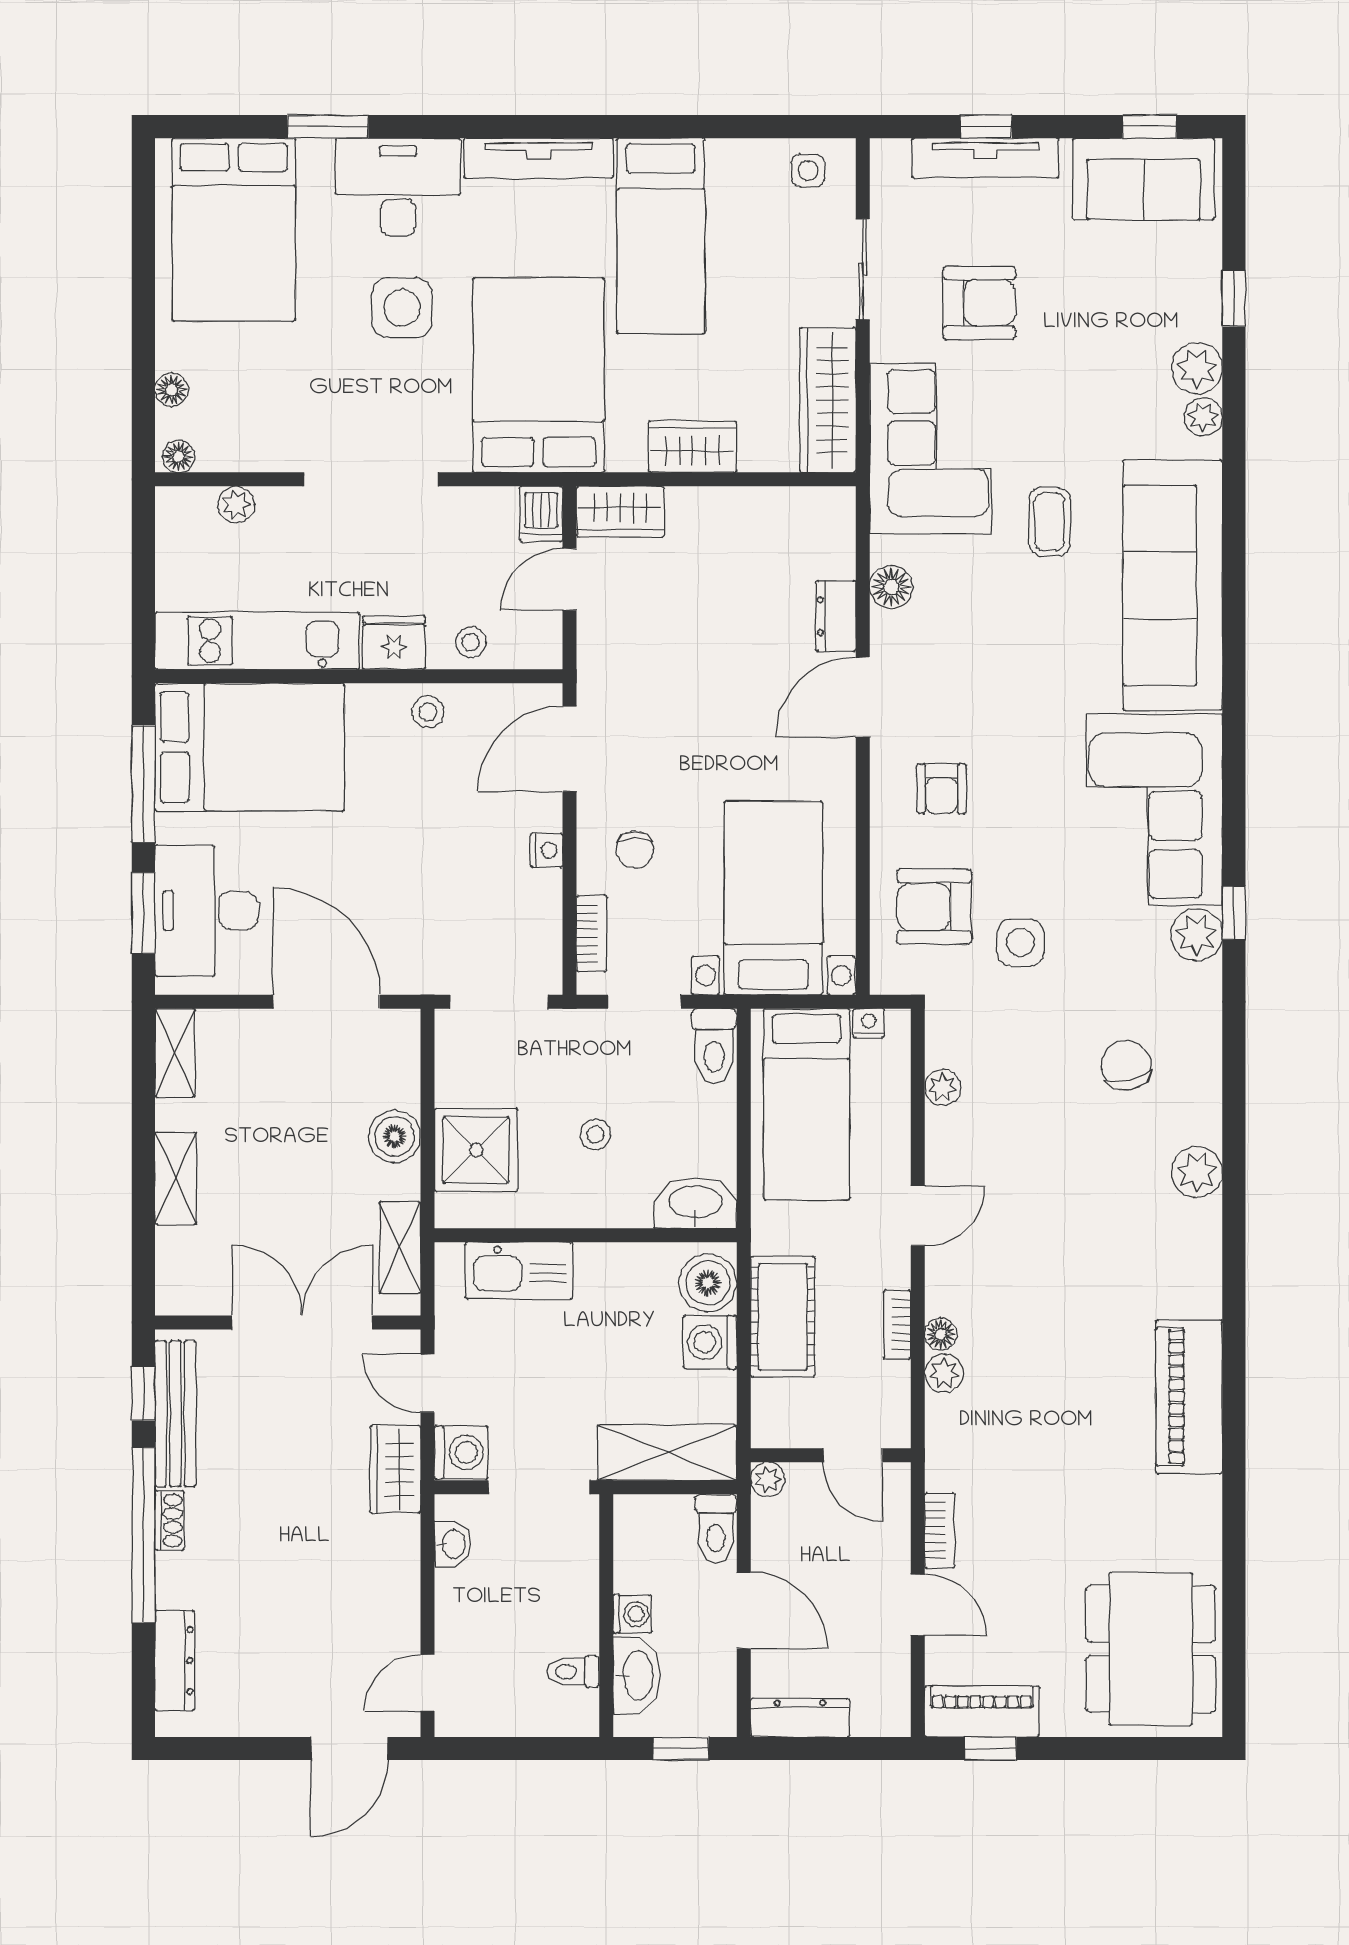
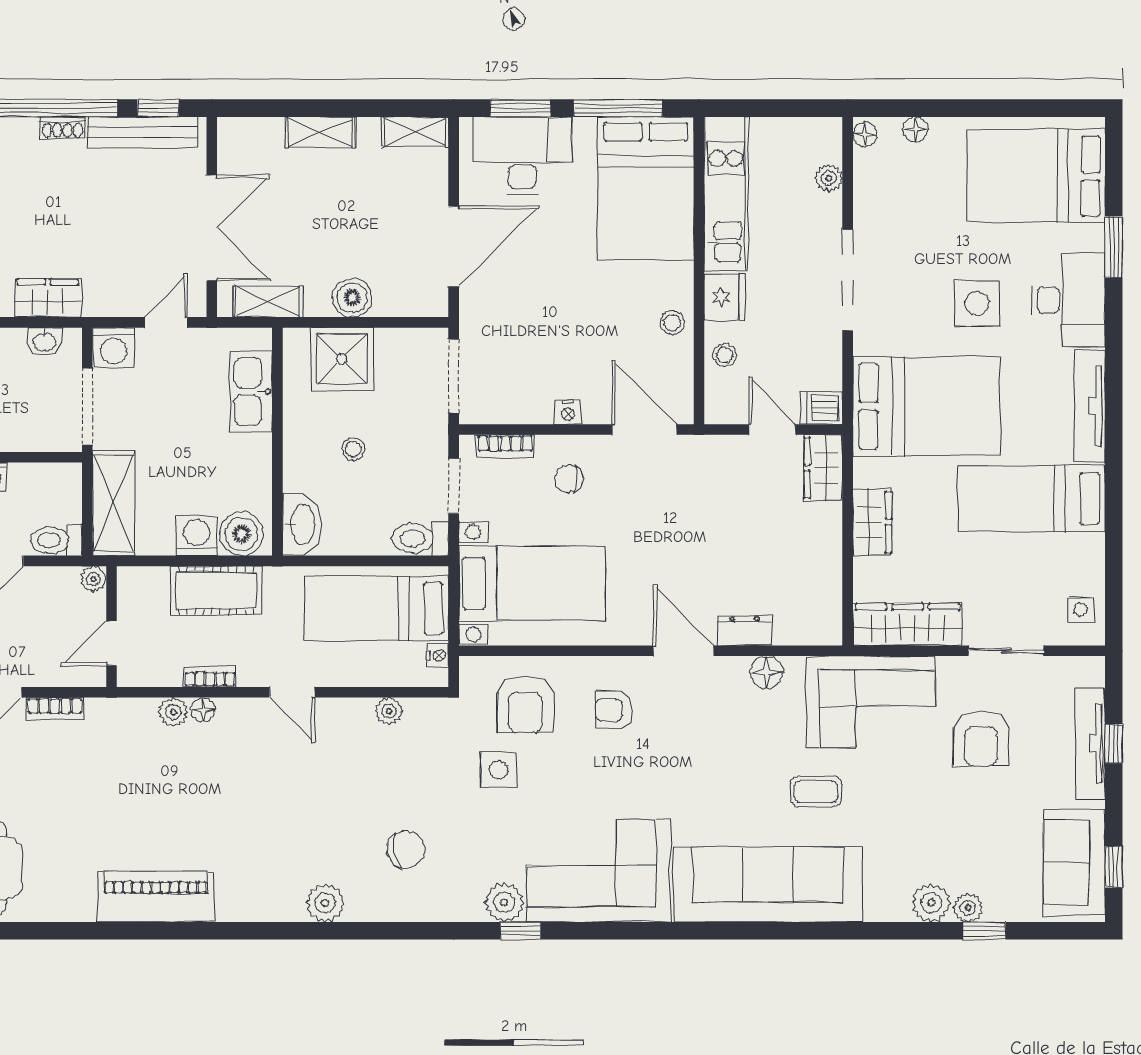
plant: (1203, 417) -> (968, 908), moved
armchair: (934, 907) -> (525, 705), turned 180
wardrobe: (395, 1469) -> (48, 298), moved

